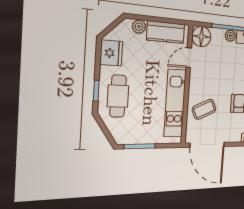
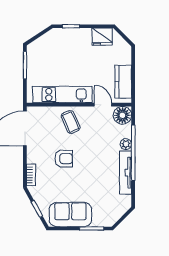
plant: (139, 27) -> (126, 58), removed
cafe table: (118, 96) -> (67, 44), removed
coffee table: (204, 109) -> (71, 122), moved

